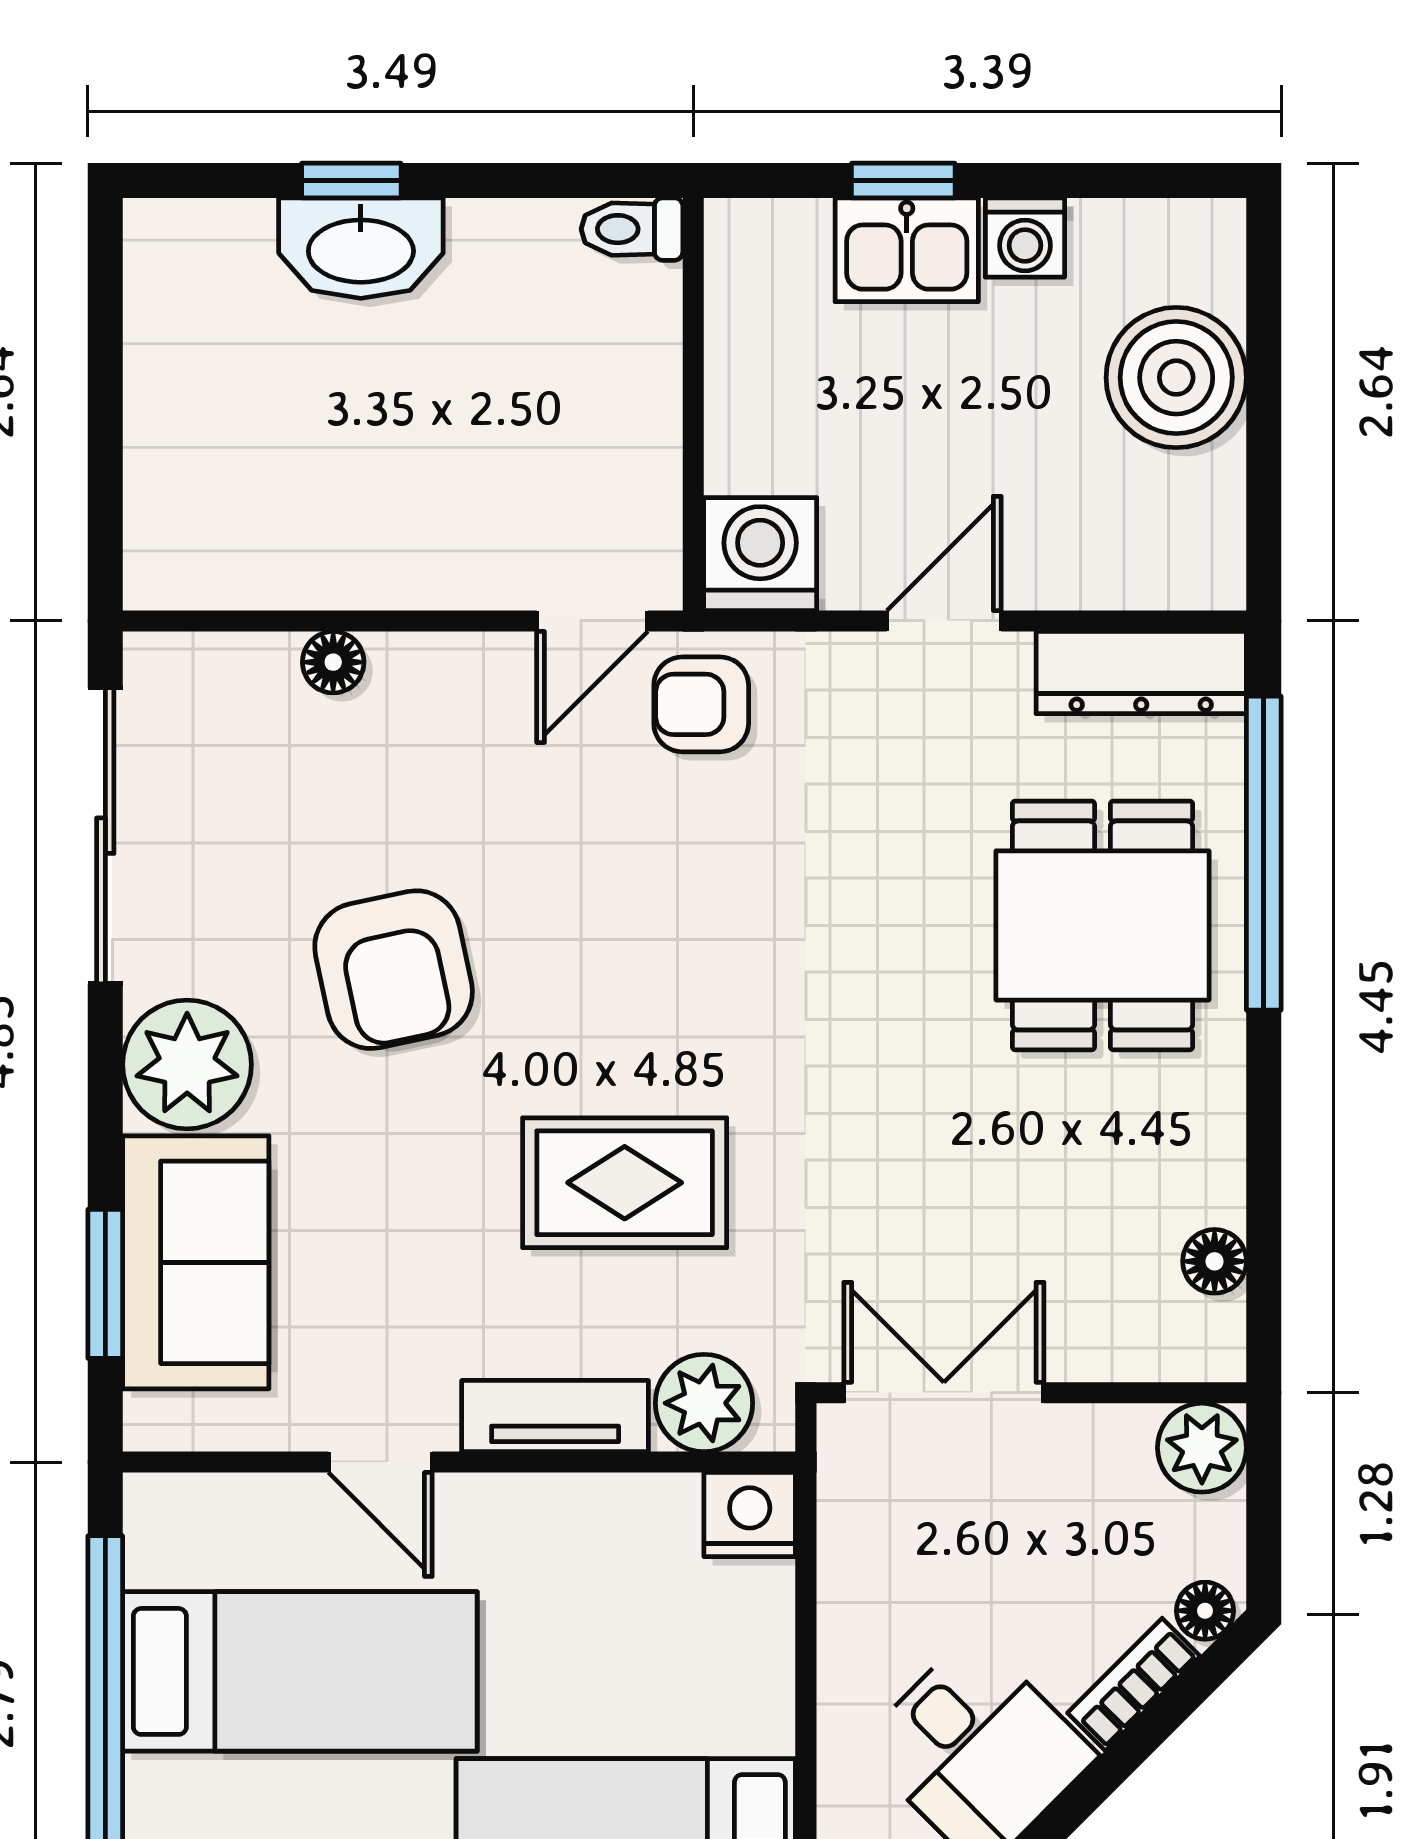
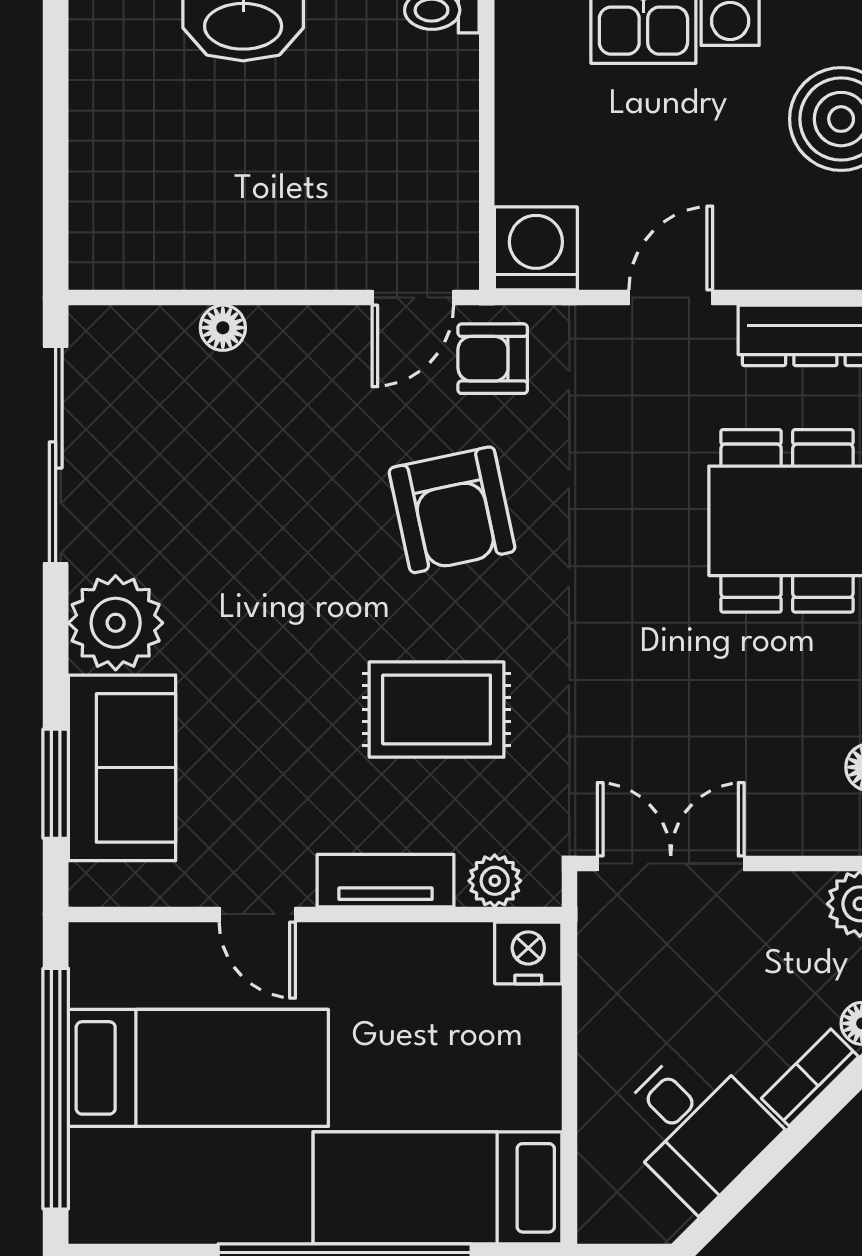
armchair: (394, 970) -> (452, 510), moved
plant: (704, 1403) -> (495, 881), width x0.73, depth x0.73

